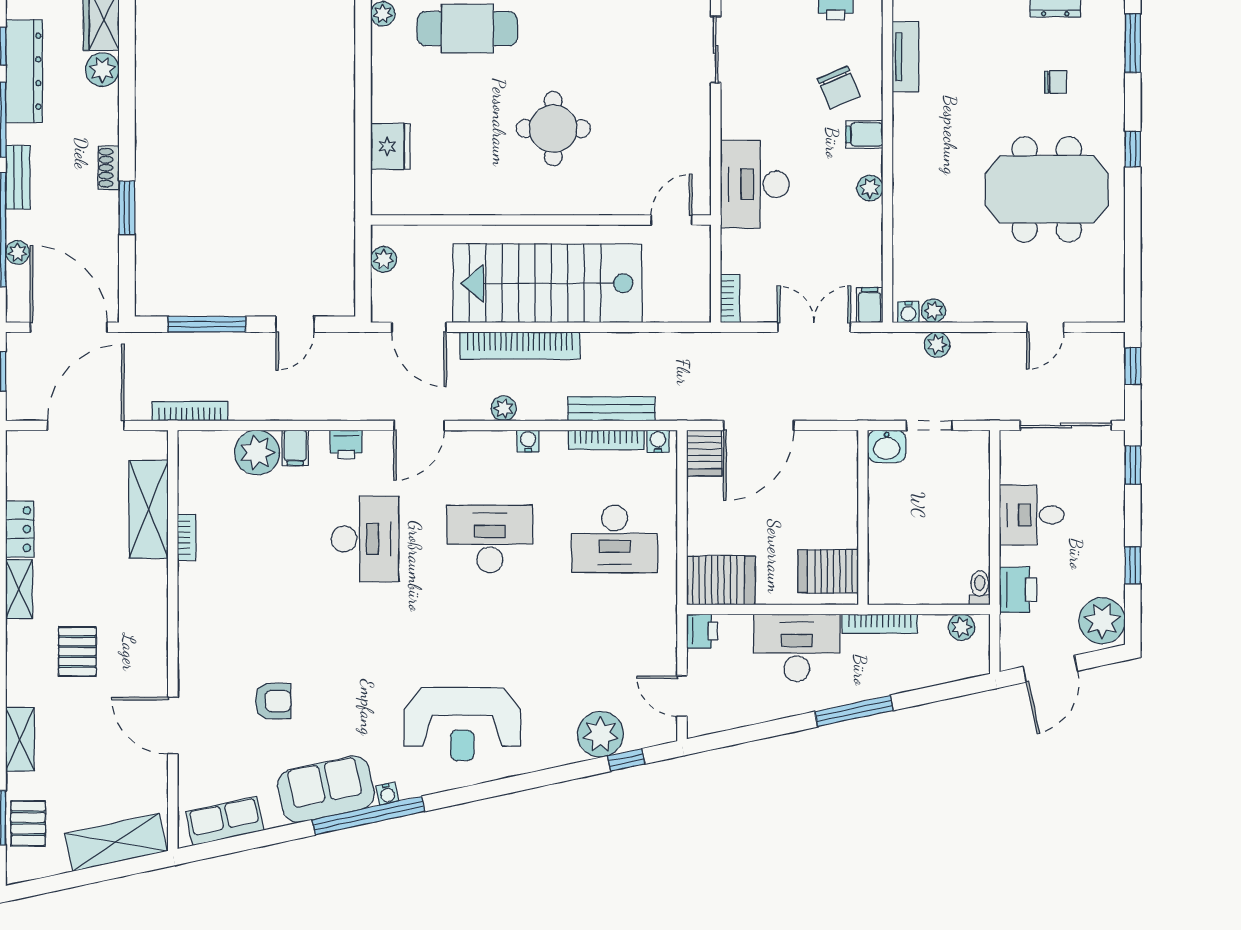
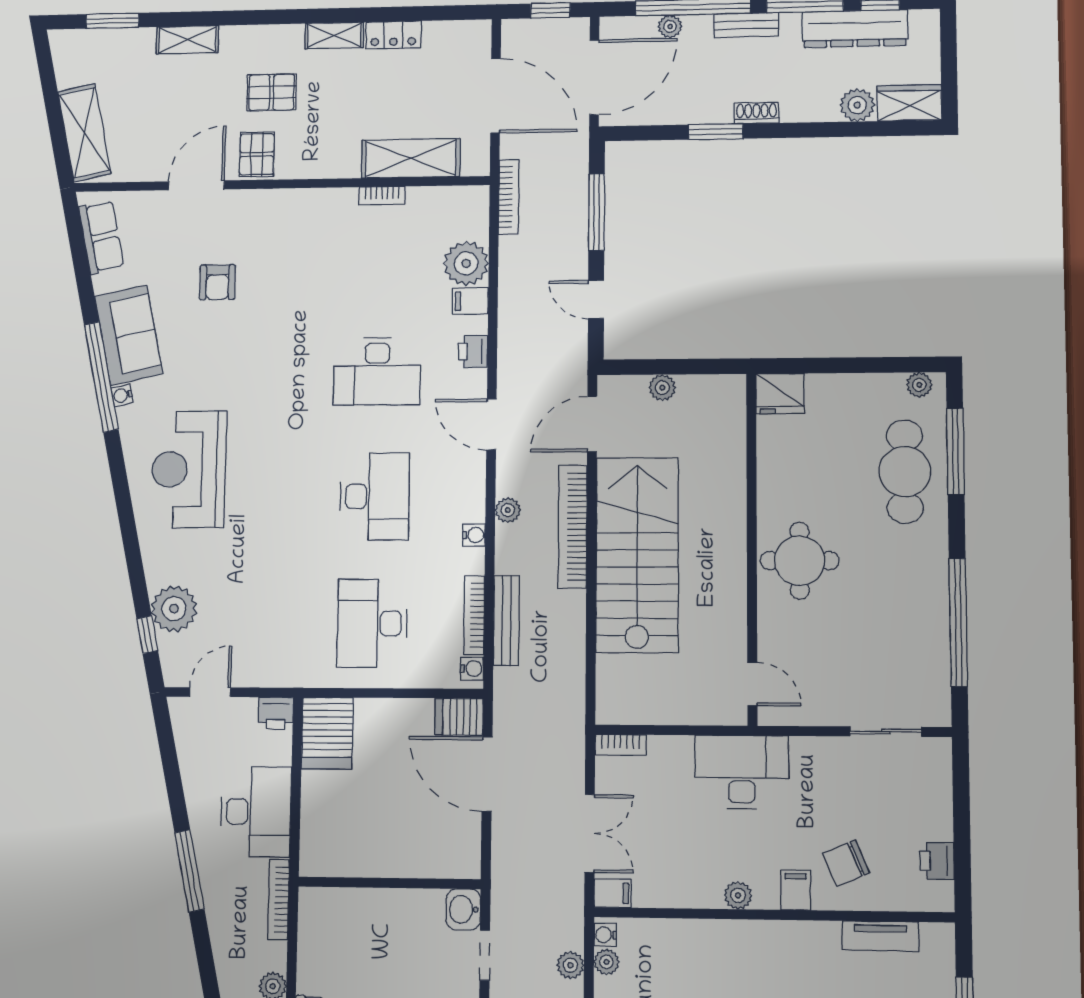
wall: (541, 220) -> (752, 548), moved
door: (671, 220) -> (752, 684), moved
server rack: (828, 571) -> (334, 845), removed
pallet: (28, 823) -> (257, 154), moved, turned 90

